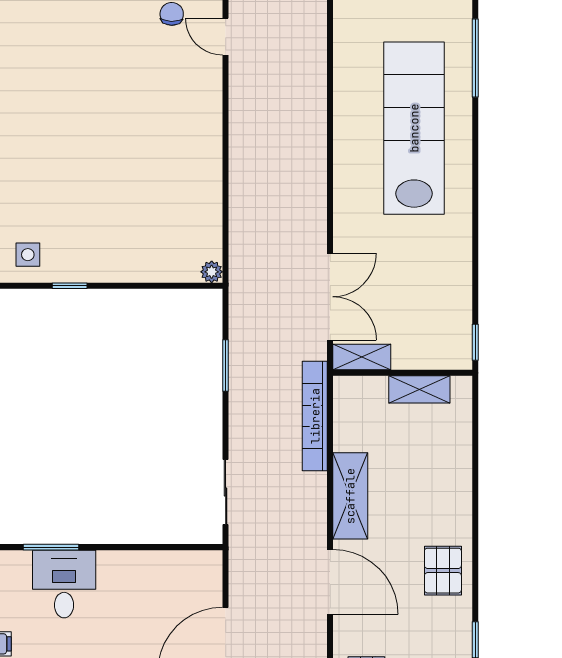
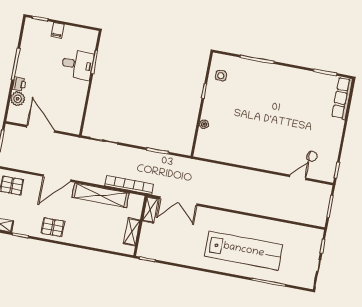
plant: (212, 272) -> (204, 124), moved
shelving: (350, 496) -> (101, 195), width x1.47

